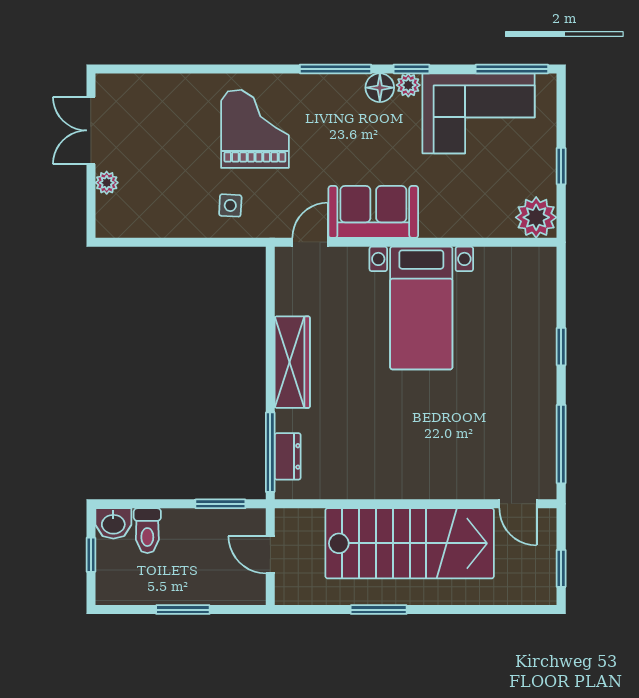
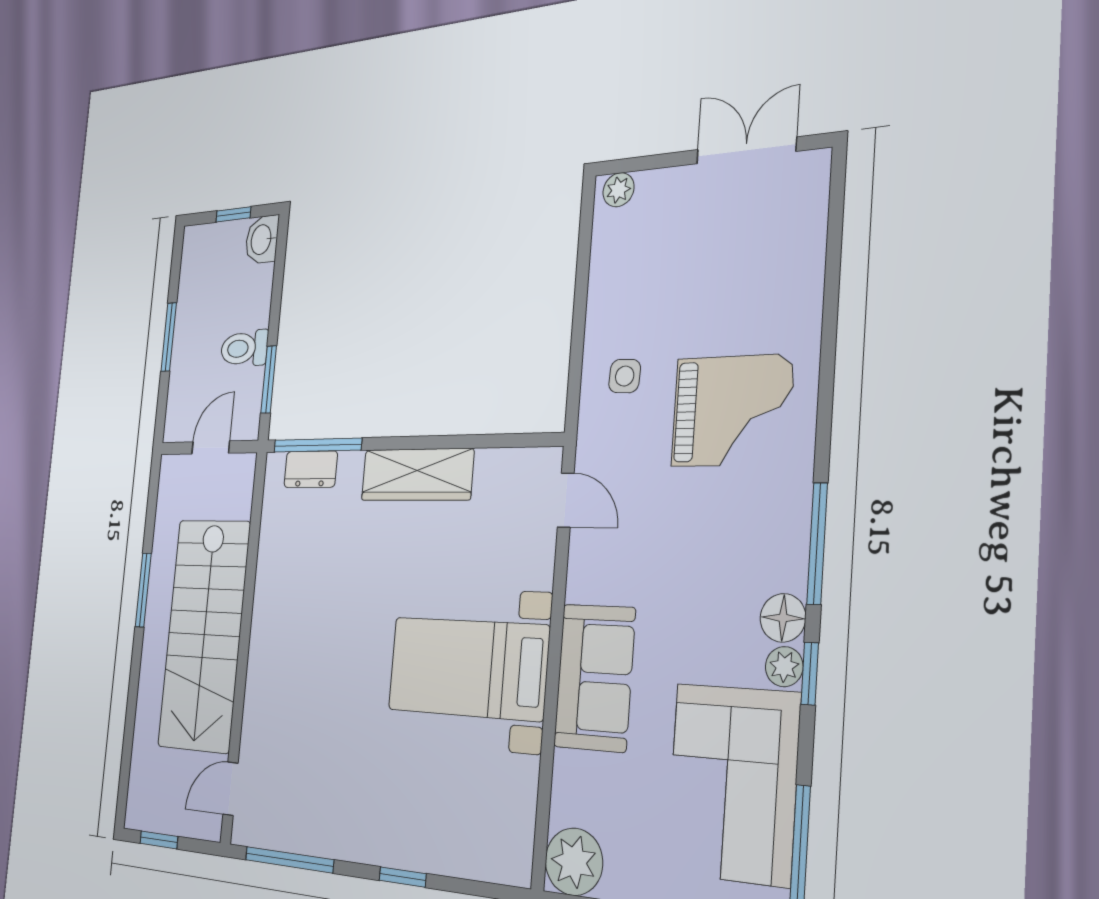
plant: (107, 183) -> (619, 190), moved
sofa: (373, 212) -> (594, 677), moved
toilet: (147, 531) -> (244, 348), moved

